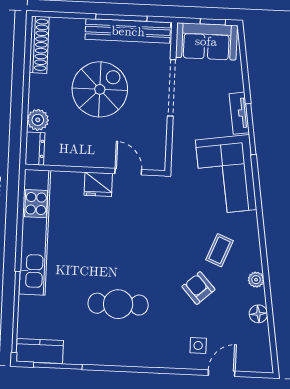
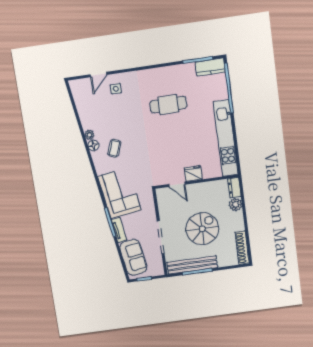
sofa: (206, 41) -> (133, 257), moved, turned 82
spiral stairs: (100, 89) -> (202, 229), turned 180
armchair: (198, 288) -> (122, 123), removed
floor lamp: (258, 314) -> (93, 145), moved

